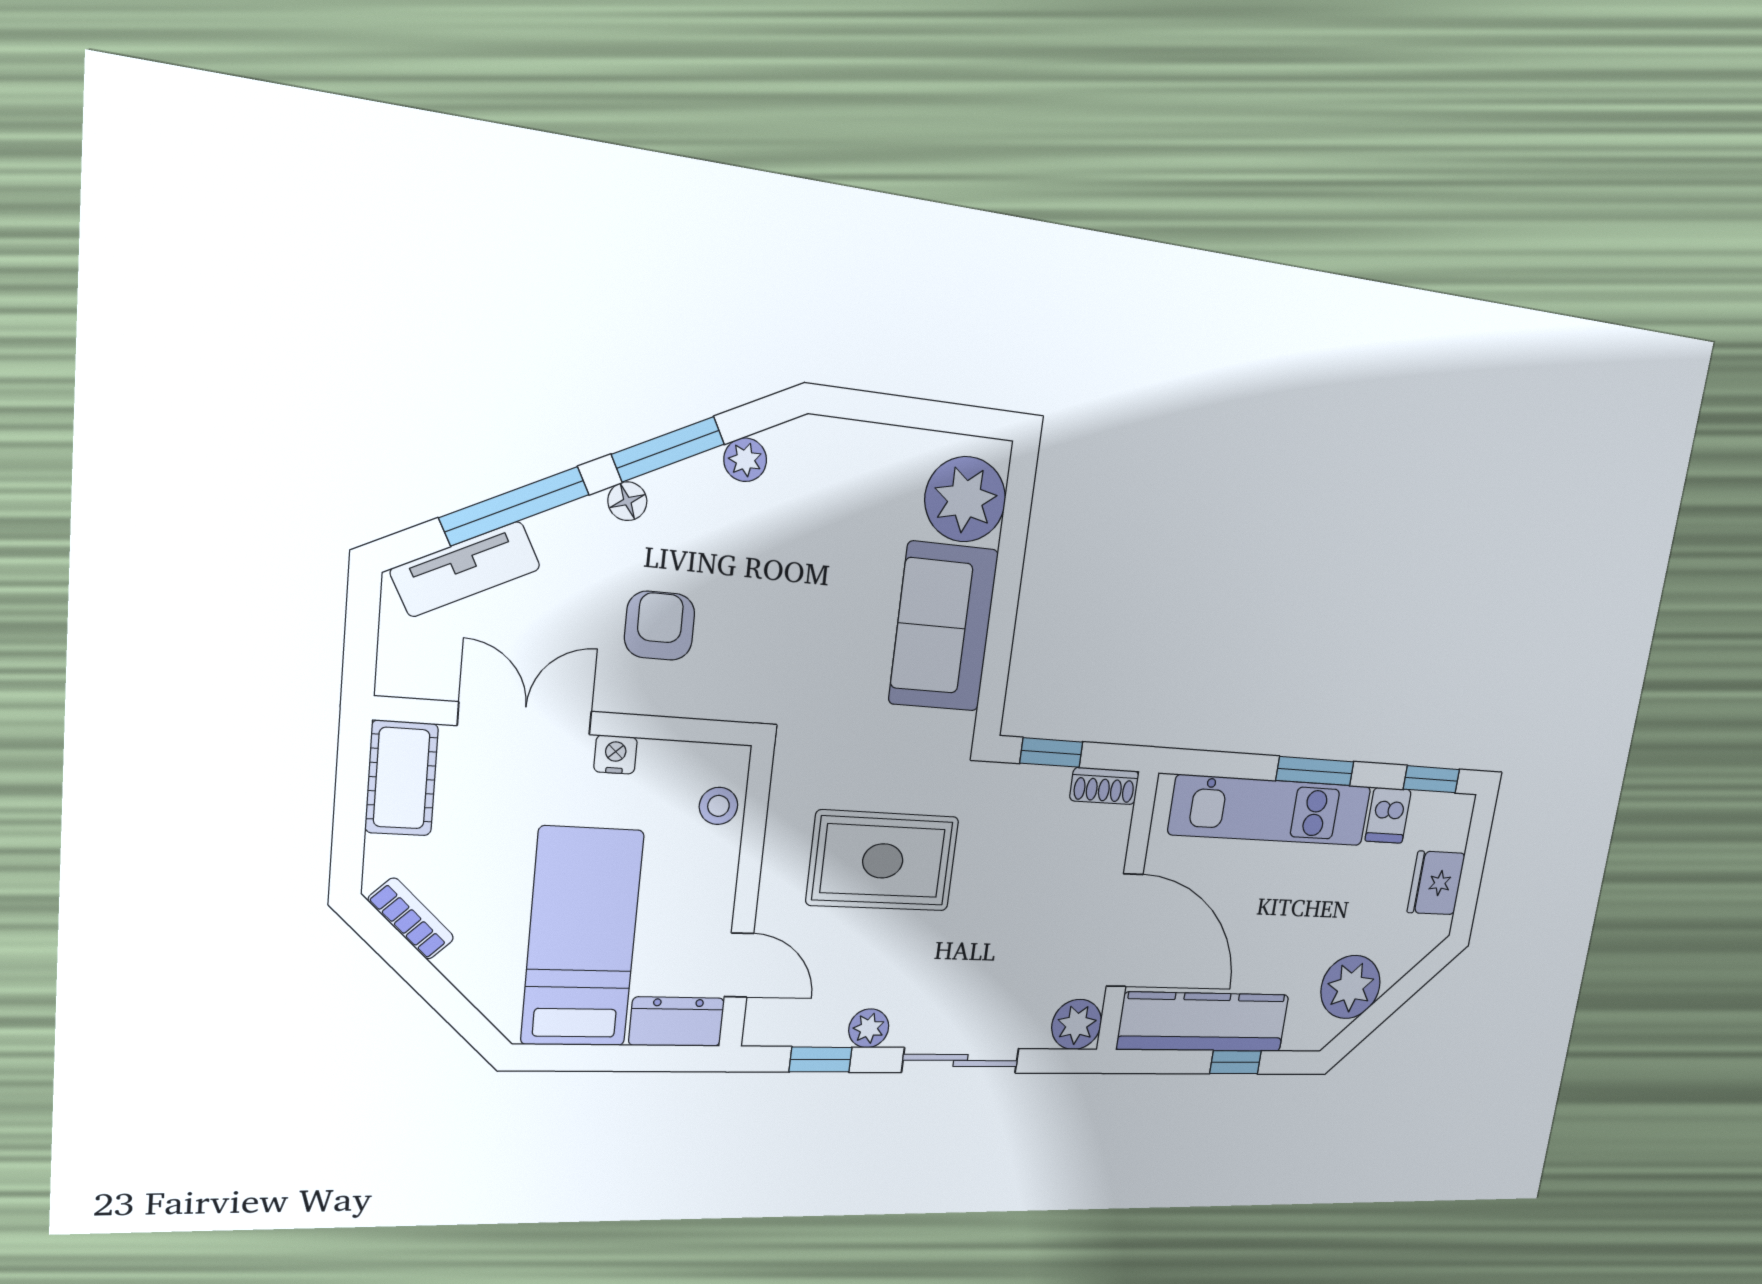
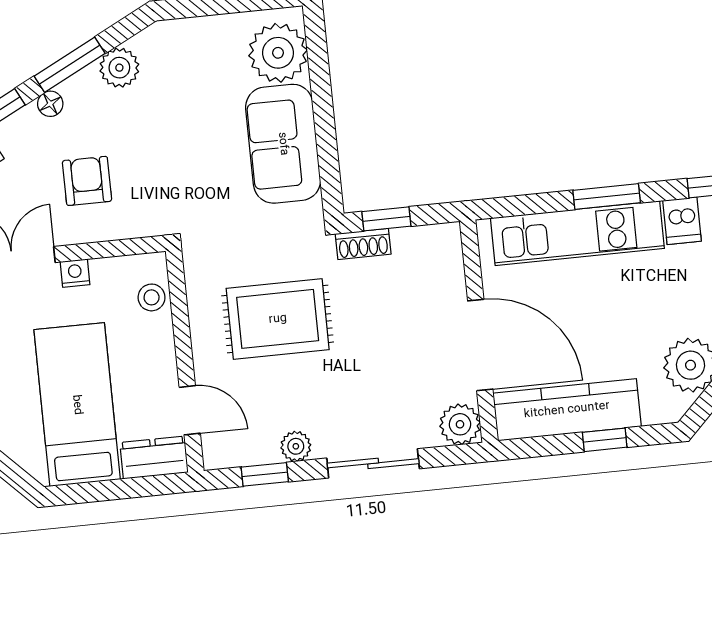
plant: (745, 460) -> (119, 68), width x1.38, depth x1.38
shoe rack: (1104, 786) -> (363, 244), moved

